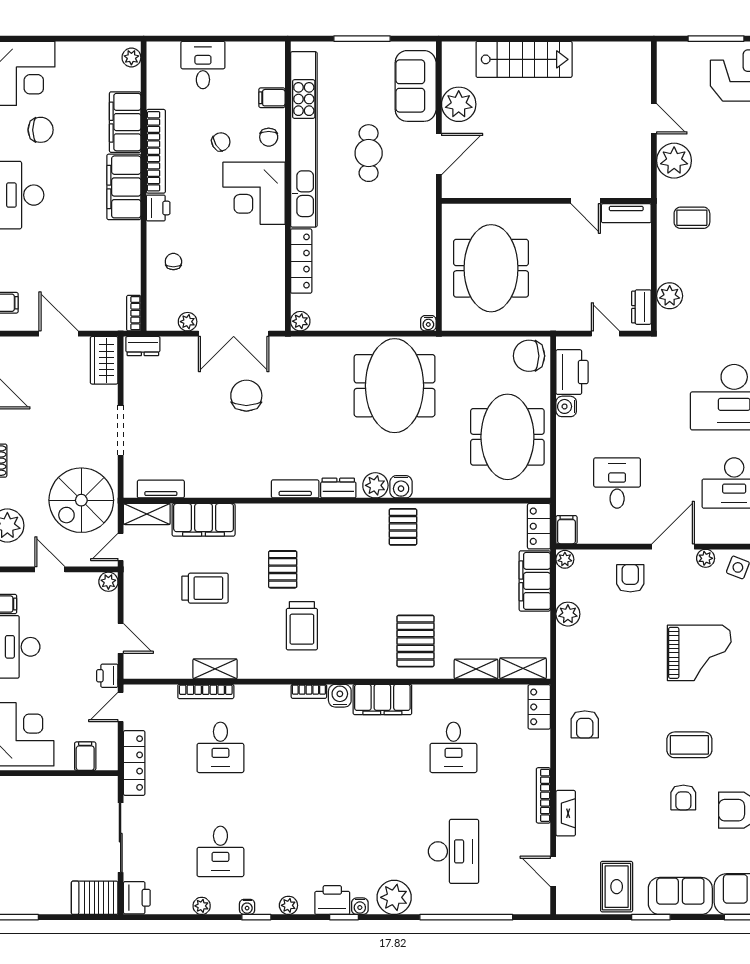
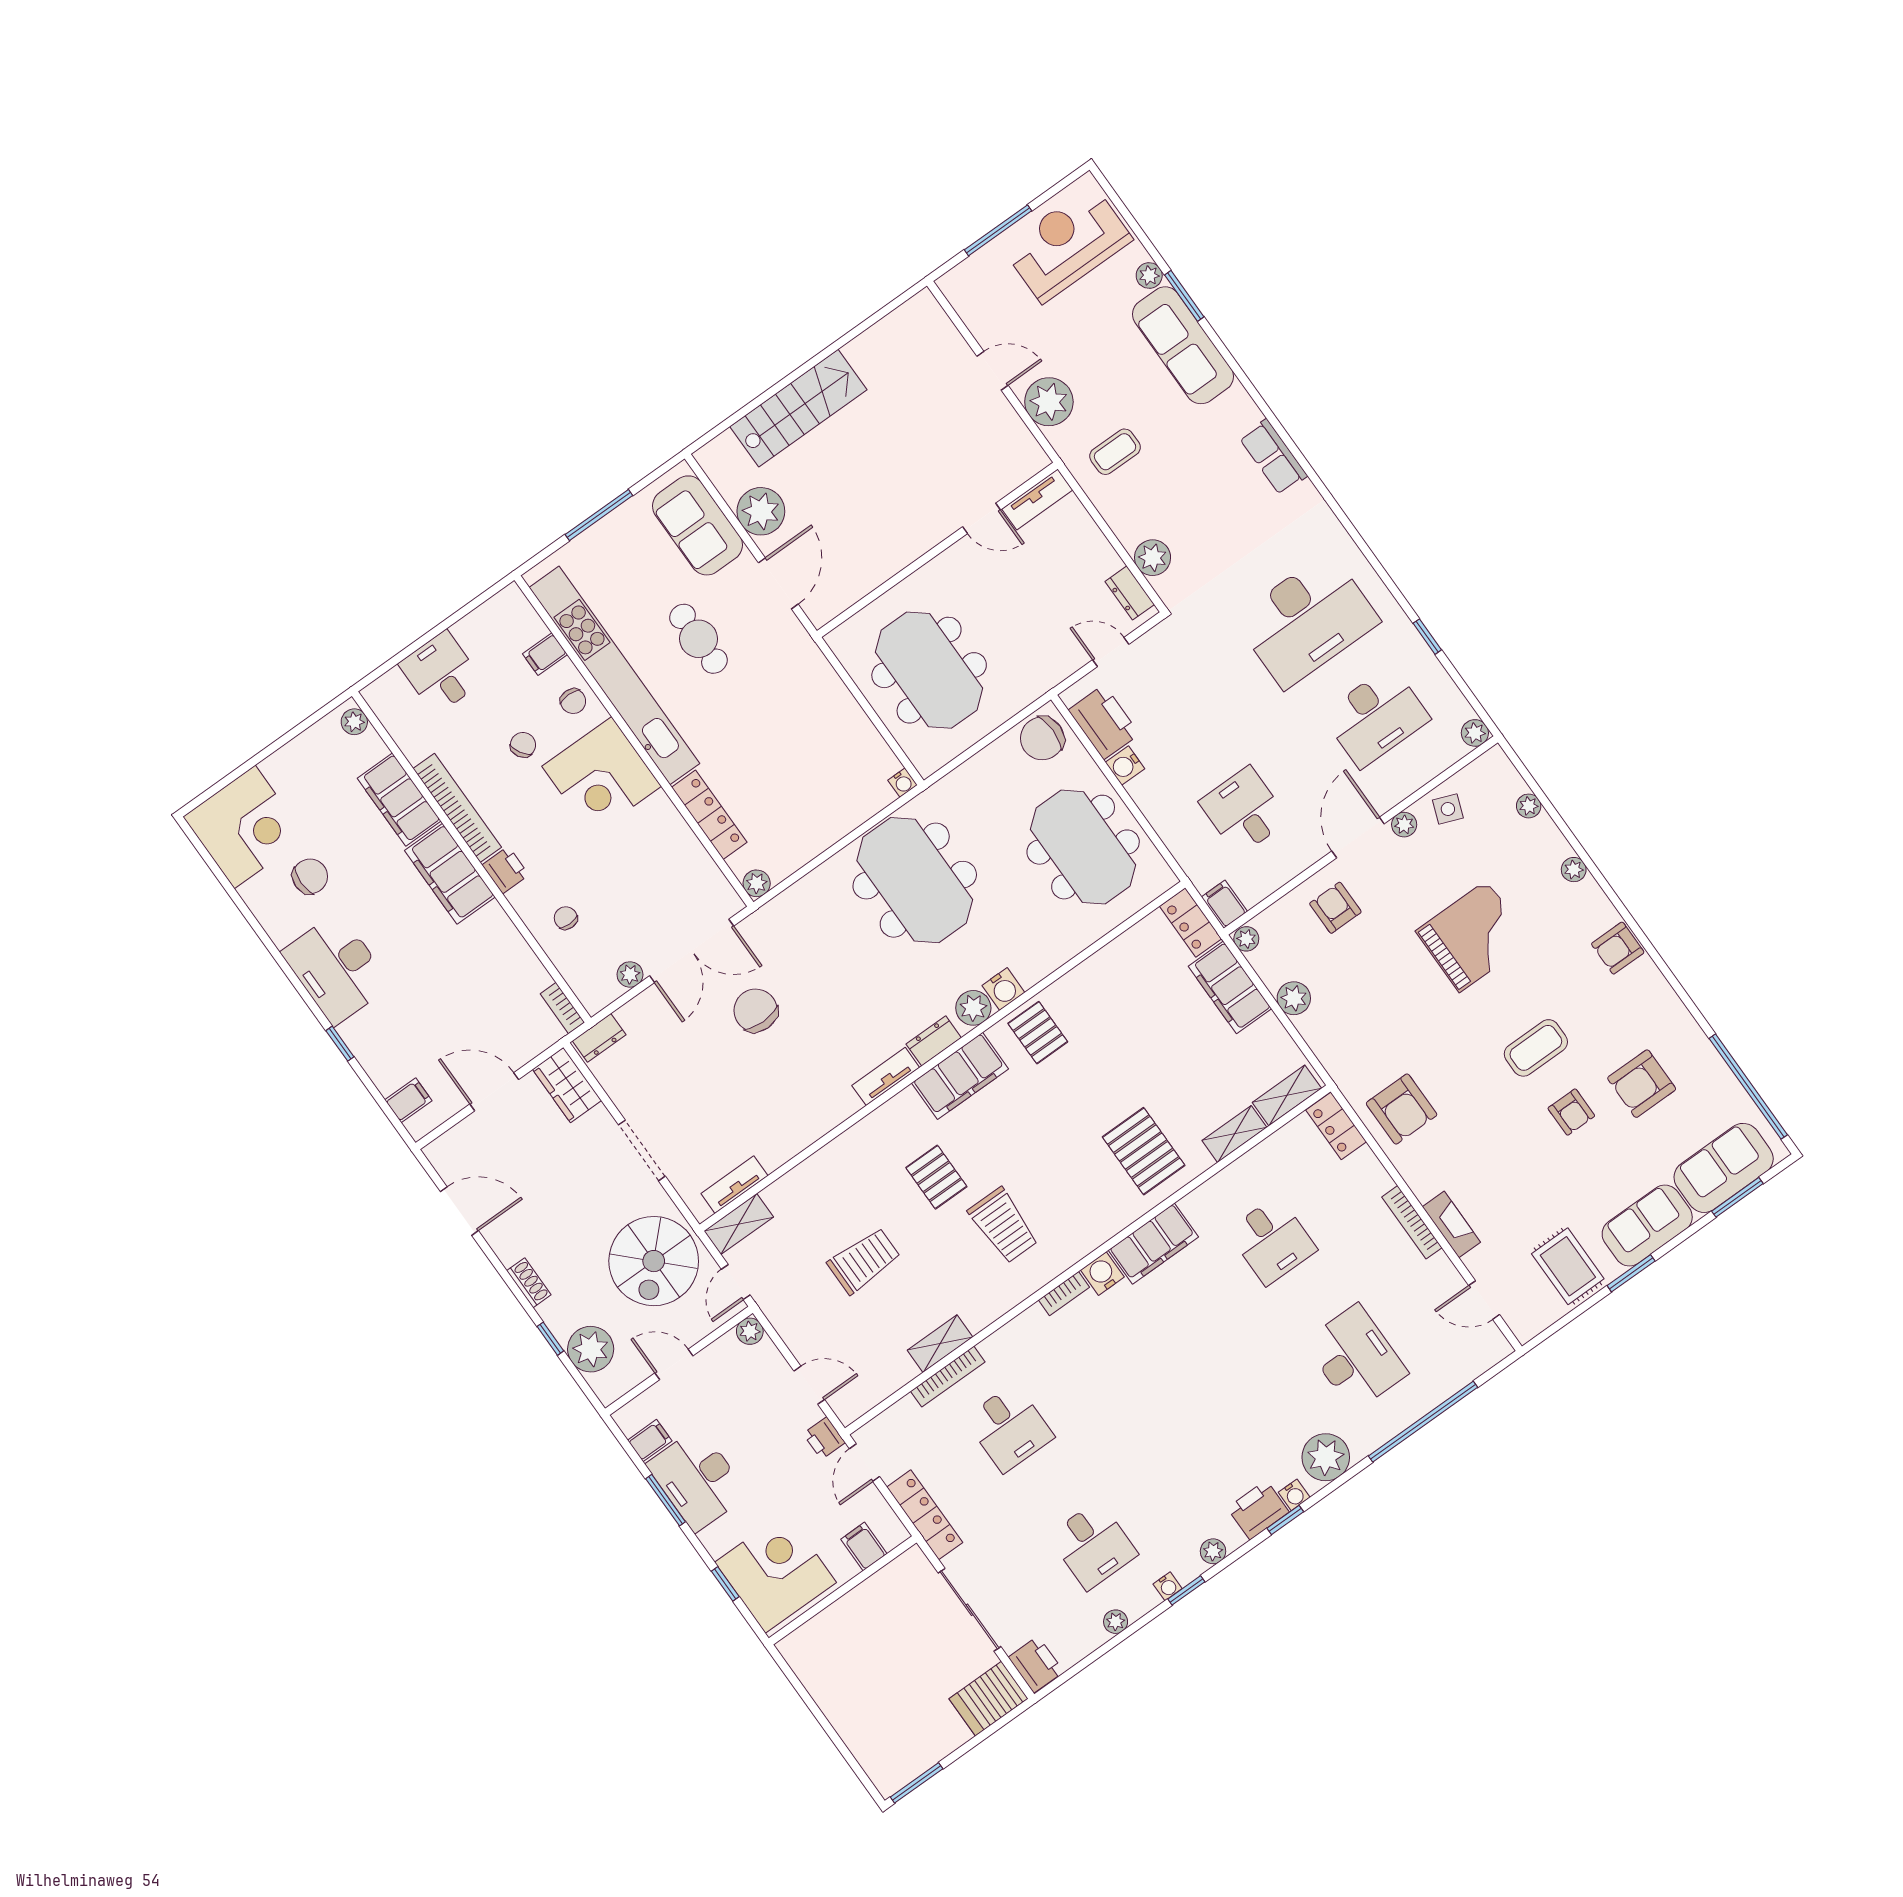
filing cabinet: (204, 520) -> (960, 1076), moved
armchair: (585, 724) -> (1402, 1109), width x1.38, depth x1.38

